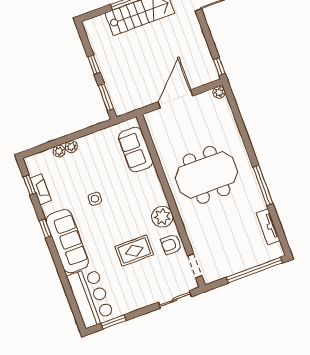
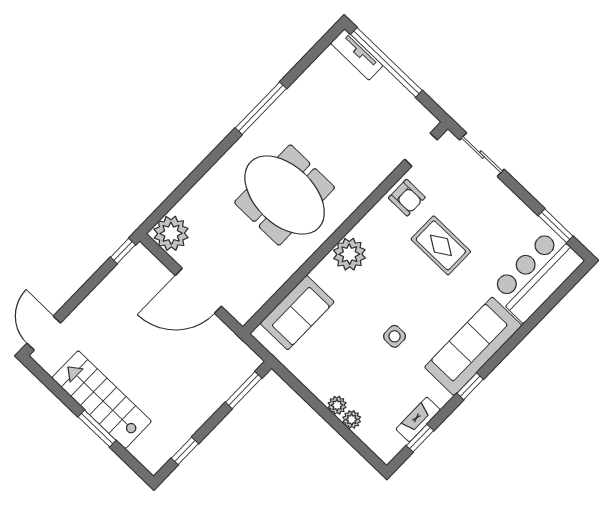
window: (94, 65) -> (185, 451), moved
plant: (219, 92) -> (171, 233), width x1.87, depth x1.87
plant: (162, 217) -> (349, 254), moved
tv unit: (268, 227) -> (357, 54), moved, turned 90

